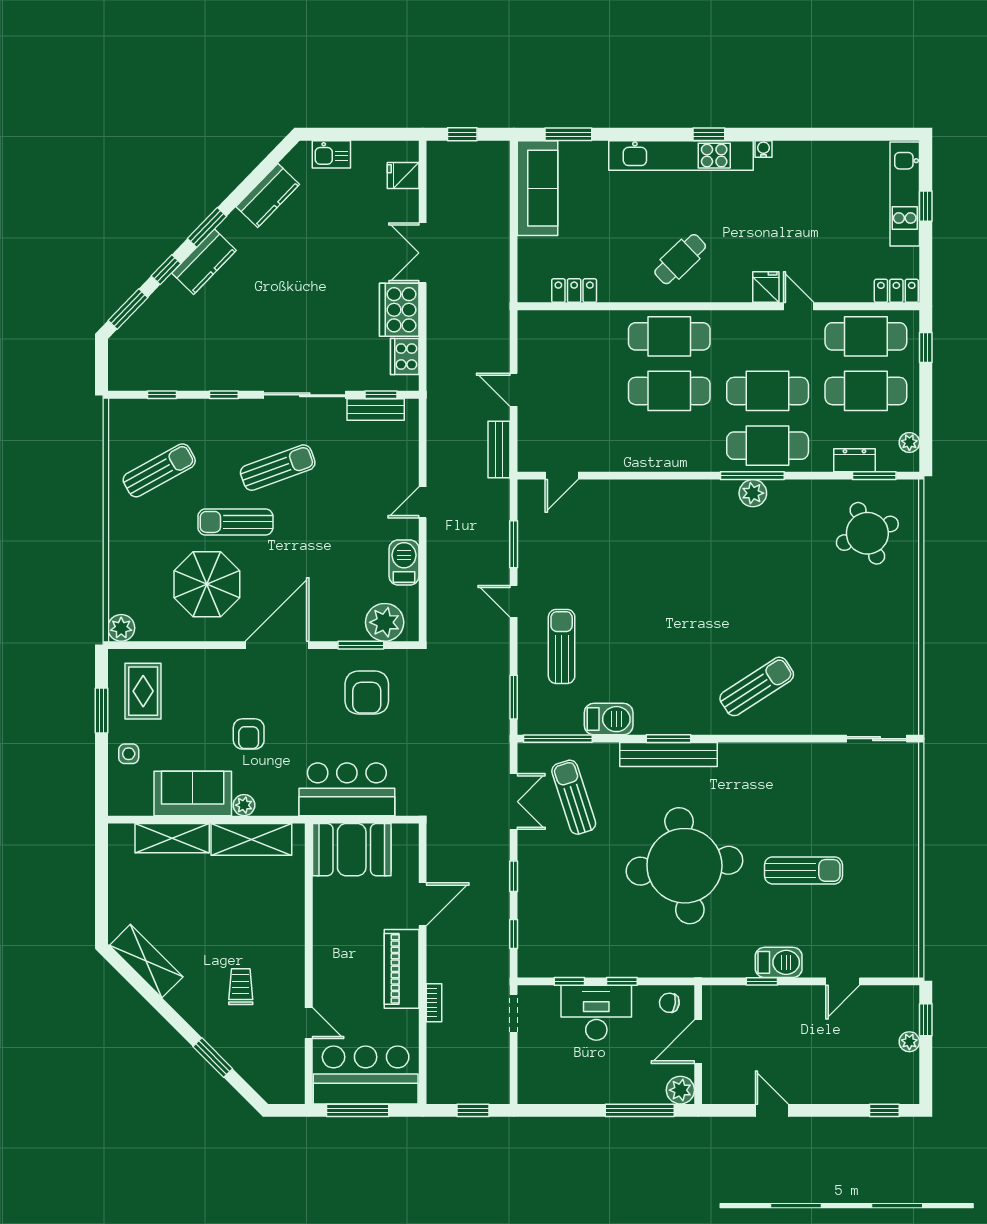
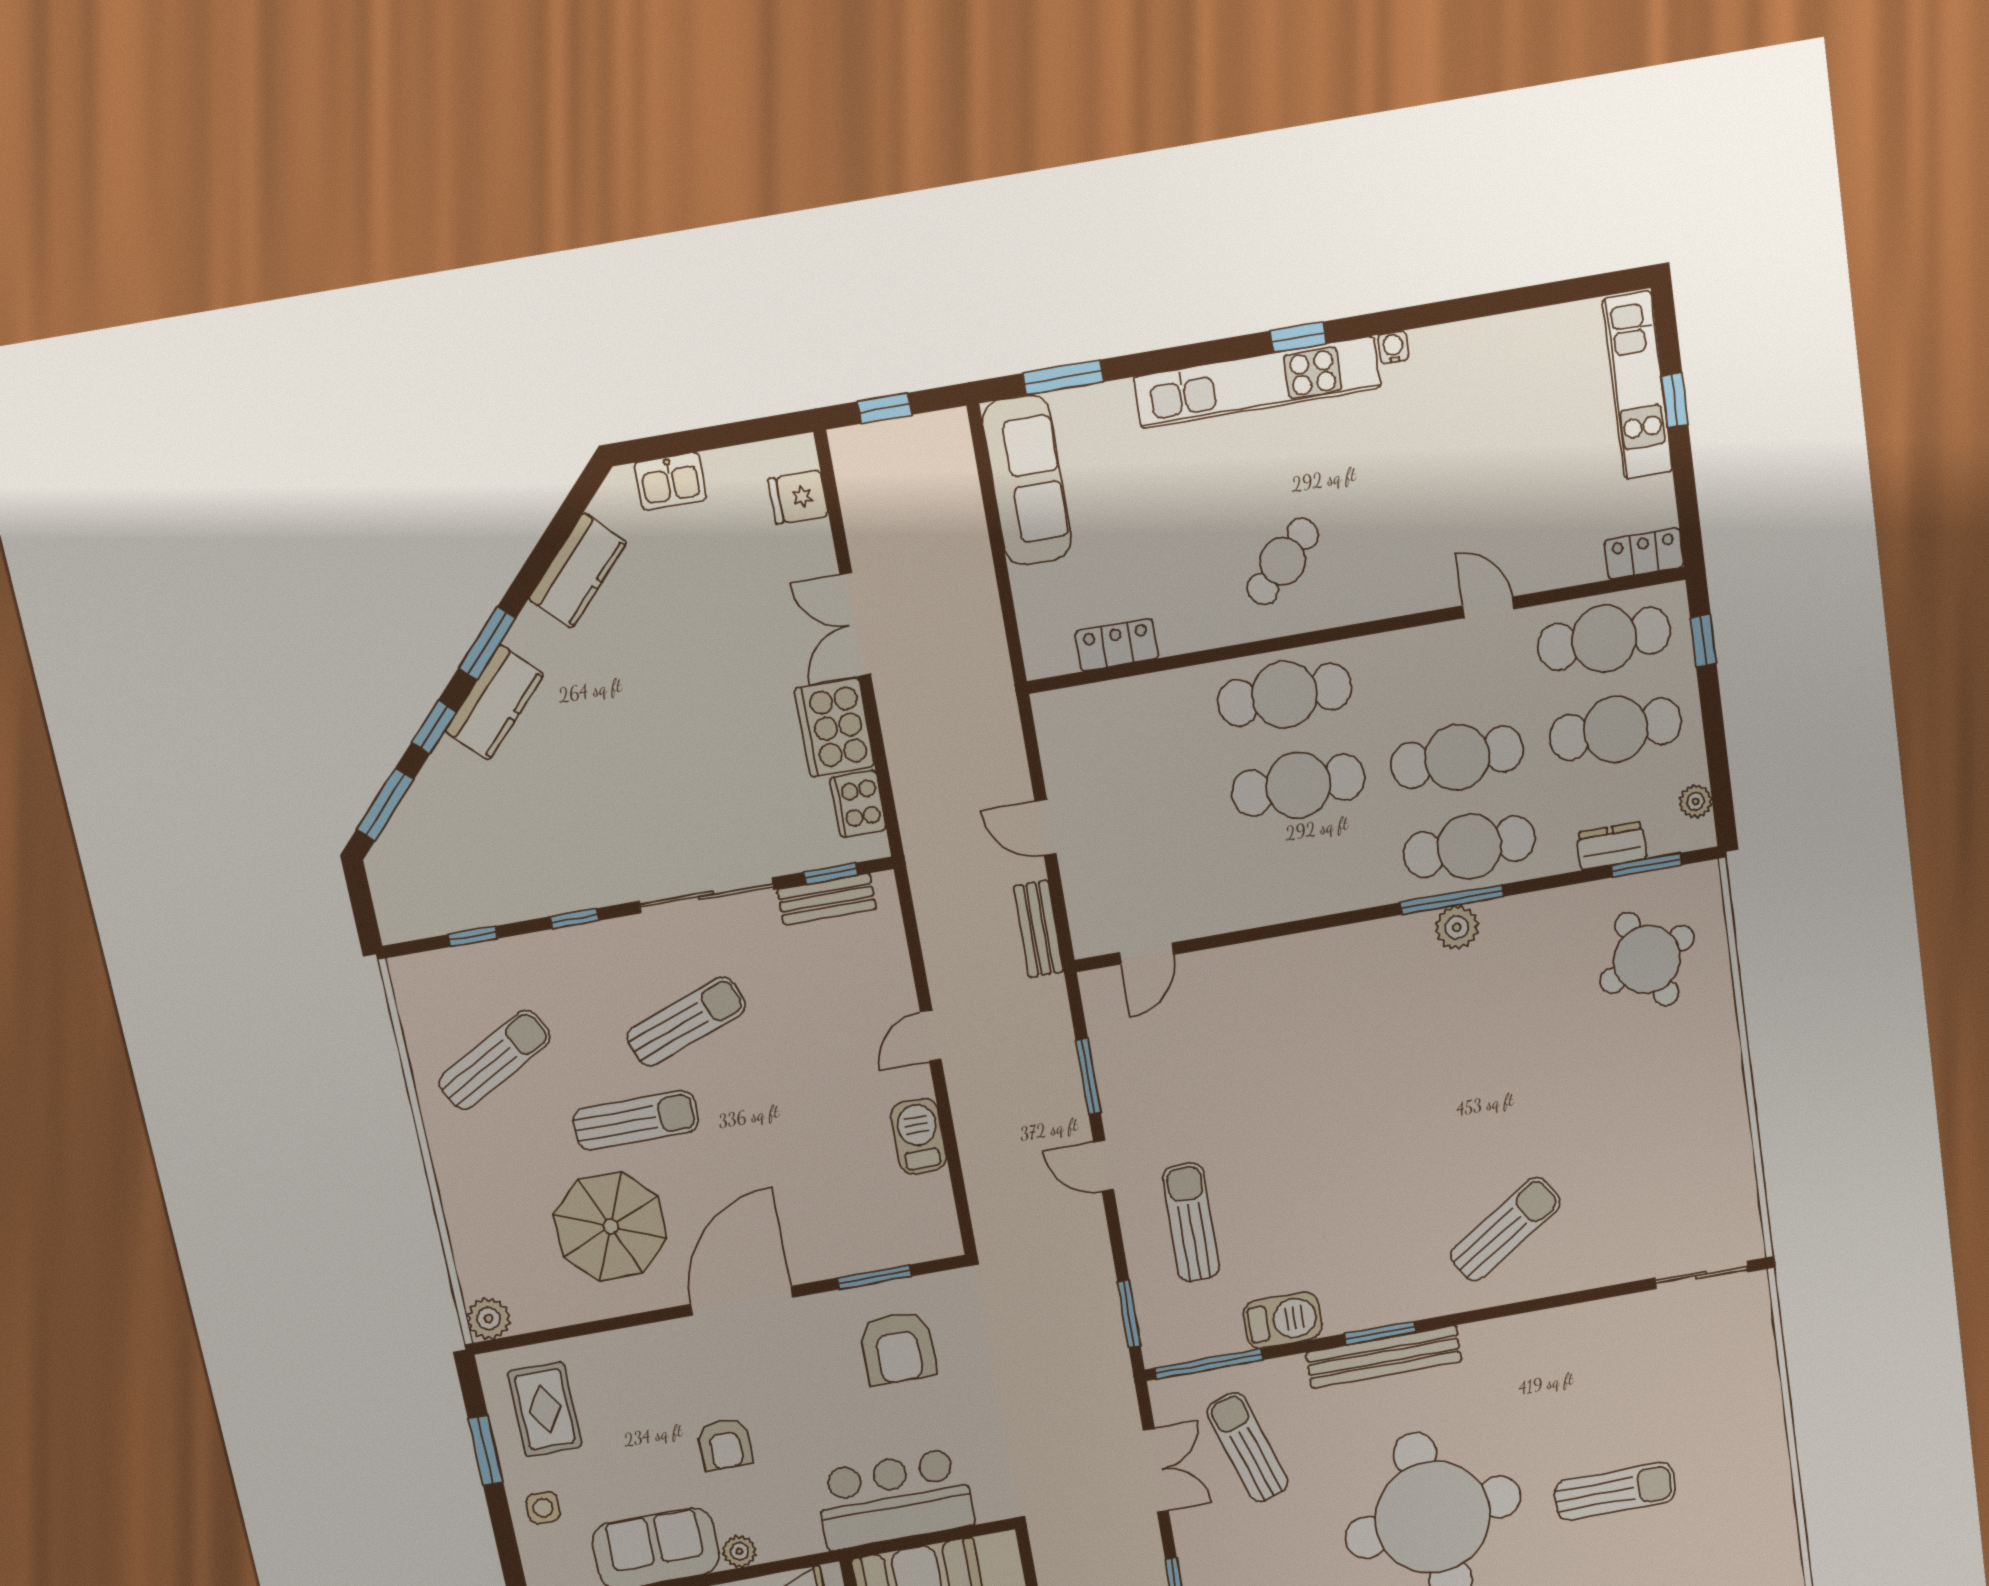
fridge: (766, 287) -> (1430, 584), removed
sun lounger: (235, 522) -> (636, 1120), turned 180
plant: (385, 622) -> (905, 1235), removed

